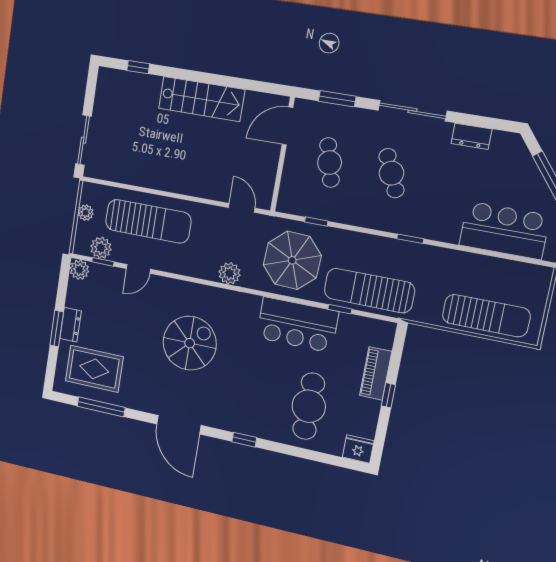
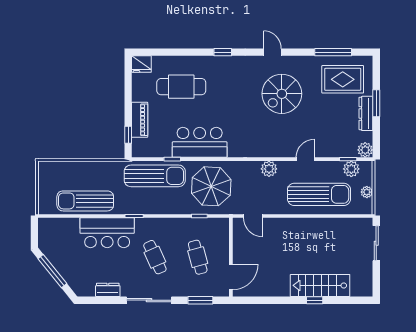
window: (138, 67) -> (315, 300), moved
stairs: (202, 99) -> (320, 285), moved
sun lounger: (148, 221) -> (319, 194), turned 180
bar counter: (504, 230) -> (107, 233), moved
door: (138, 269) -> (305, 159), moved
plant: (229, 273) -> (269, 169), moved
sun lounger: (486, 316) -> (85, 201), moved
dresser: (70, 325) -> (366, 113), width x1.44
spiral stairs: (190, 343) -> (282, 94), moved
window: (388, 395) -> (128, 135), moved
cafe table: (309, 406) -> (181, 87), turned 90
door: (179, 425) -> (272, 52), width x0.53

